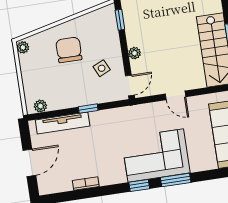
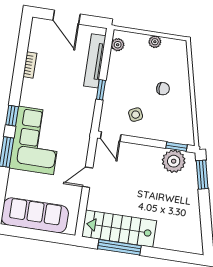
plant: (23, 47) -> (155, 42), moved
chair: (69, 50) -> (163, 89), width x0.54, depth x0.54
plant: (135, 53) -> (174, 161), moved, width x1.88, depth x1.88

